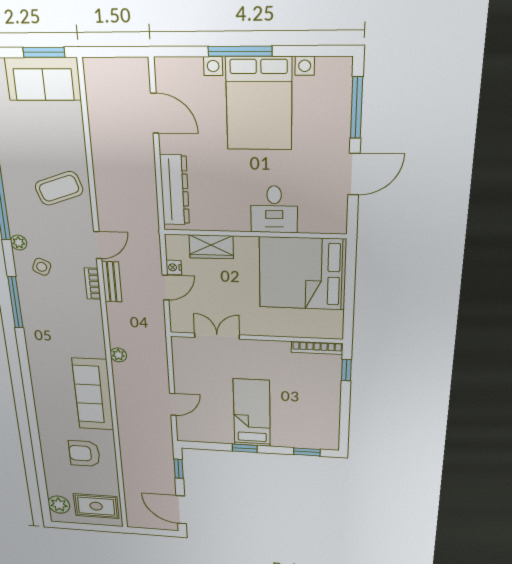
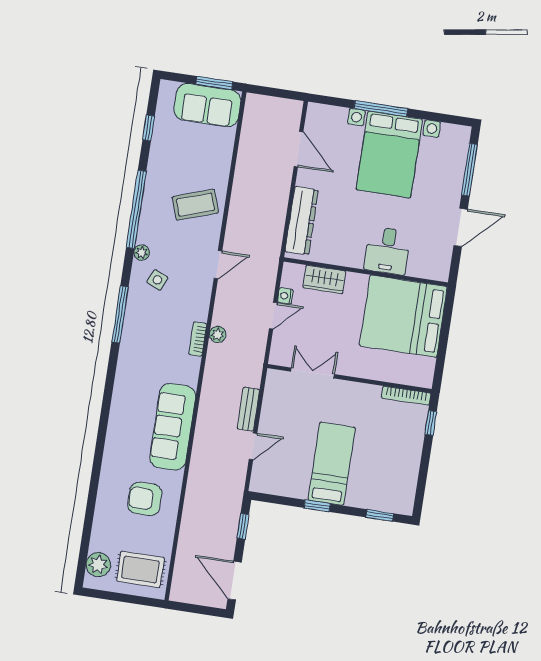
bench: (112, 282) -> (248, 409), moved
bookcase: (93, 284) -> (198, 339), moved
plant: (118, 355) -> (218, 334), moved

